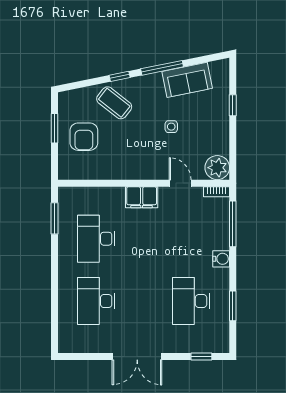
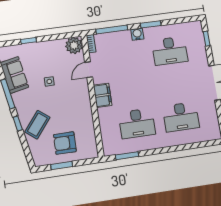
armchair: (84, 137) -> (65, 143), turned 180
window: (233, 306) -> (151, 24), moved

